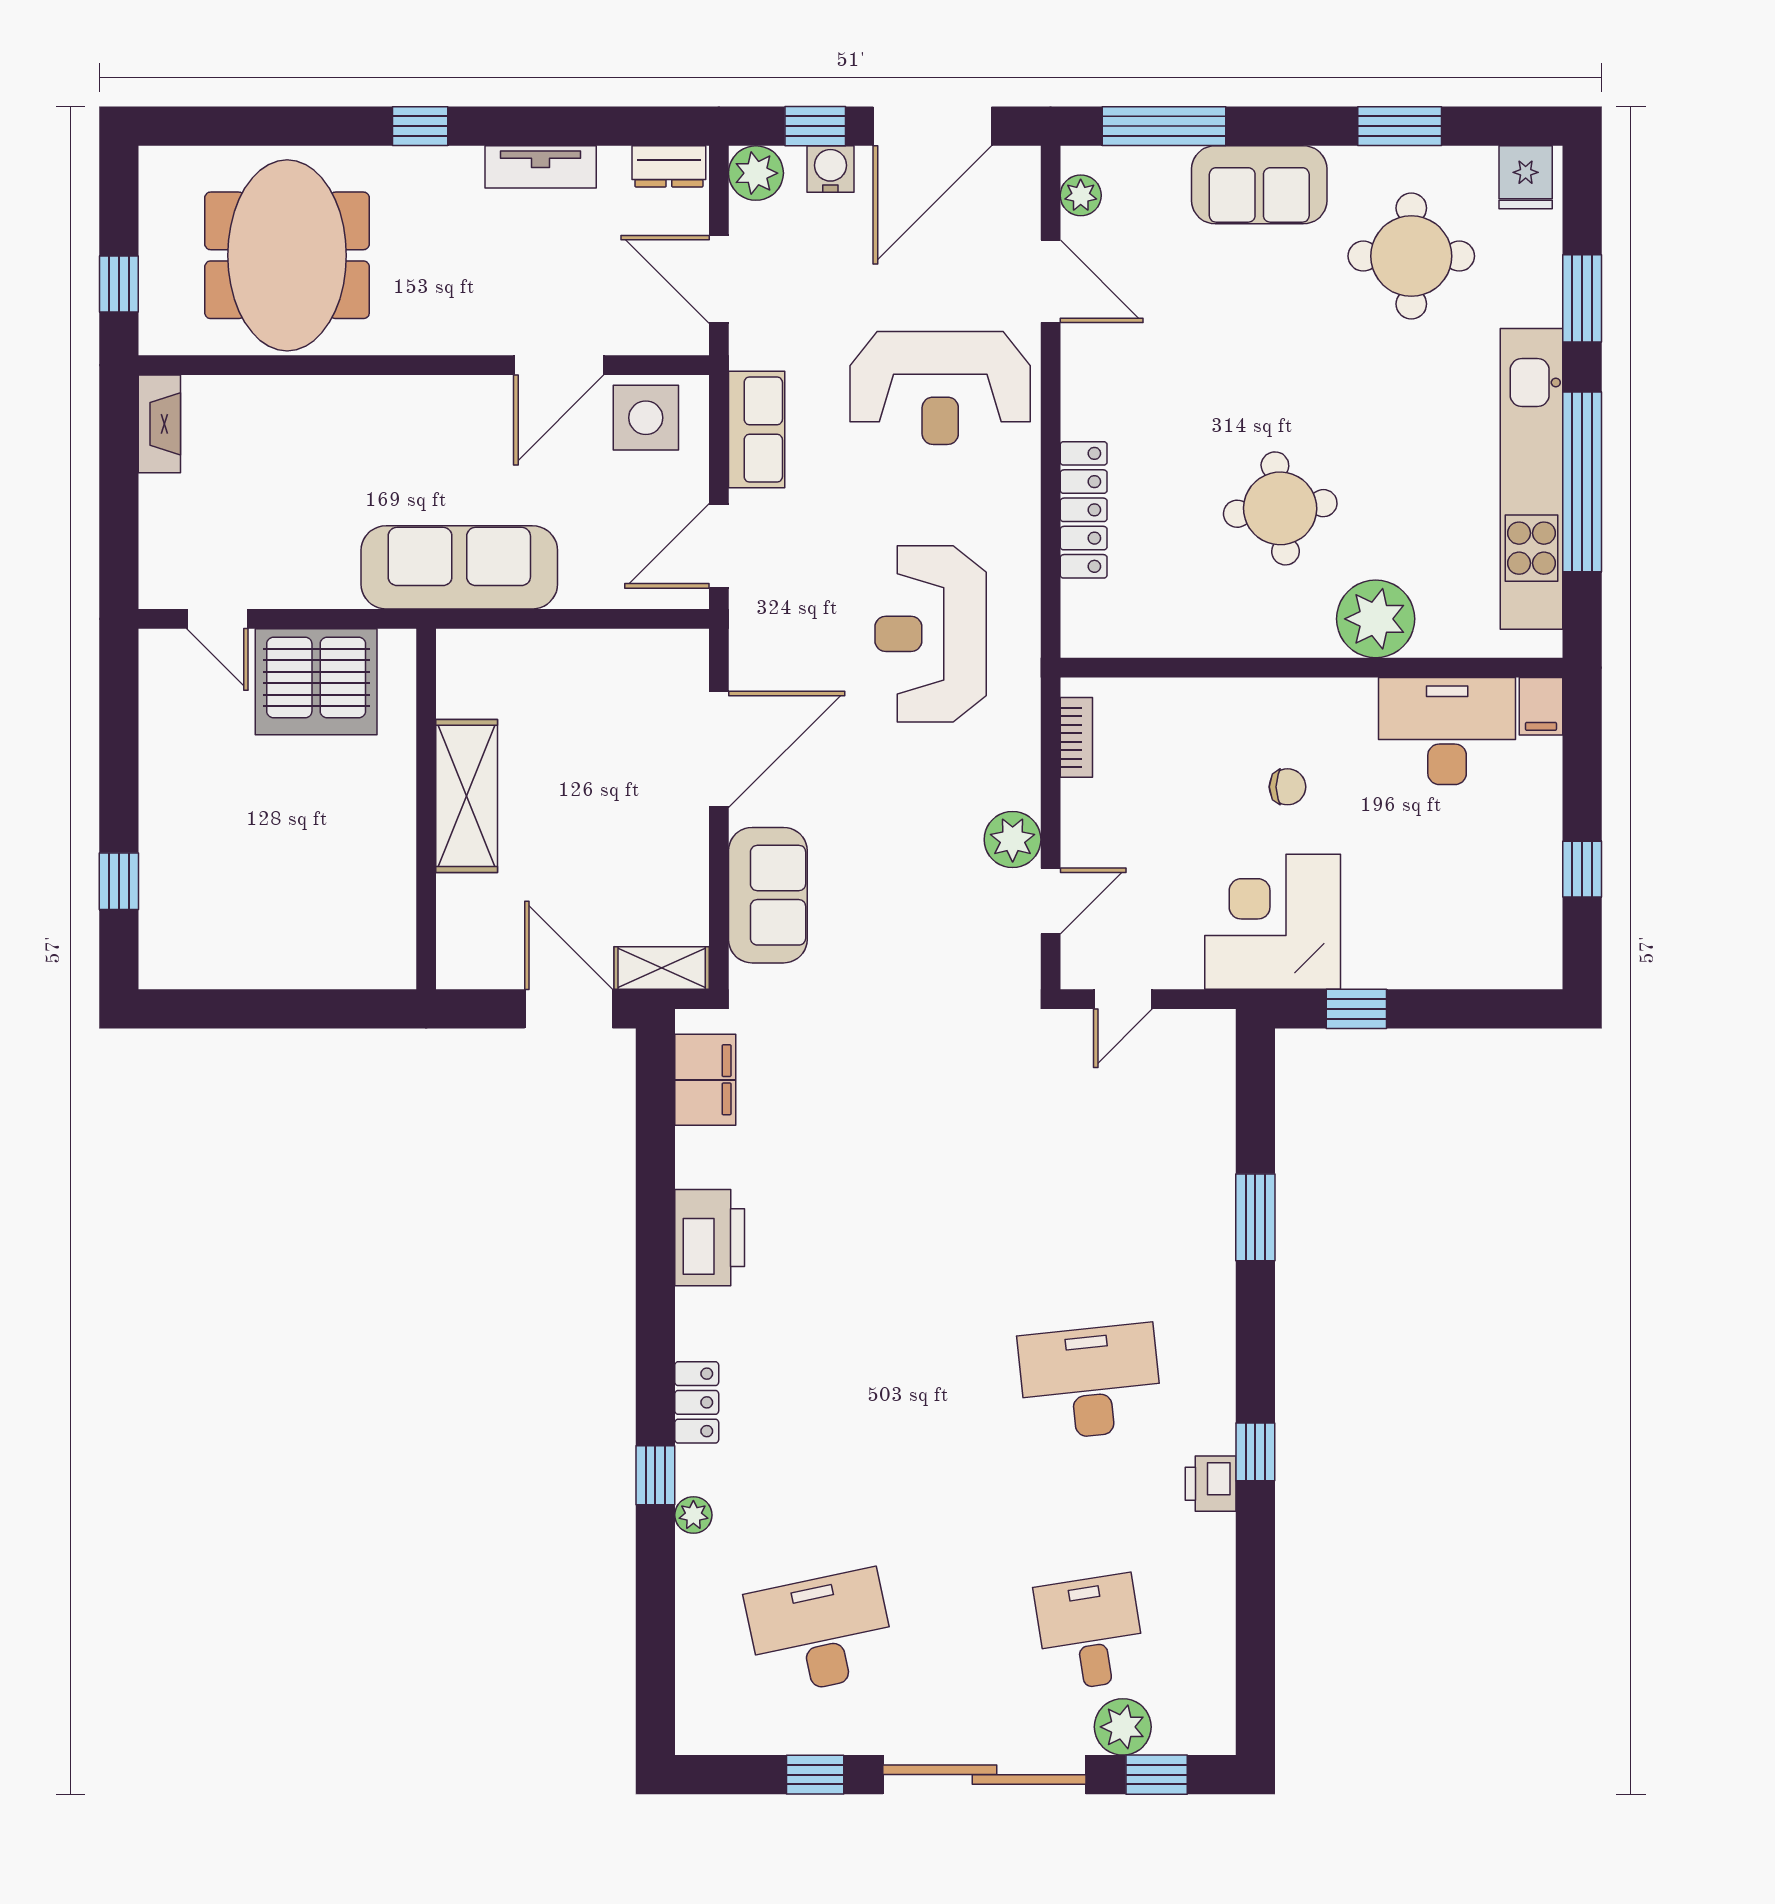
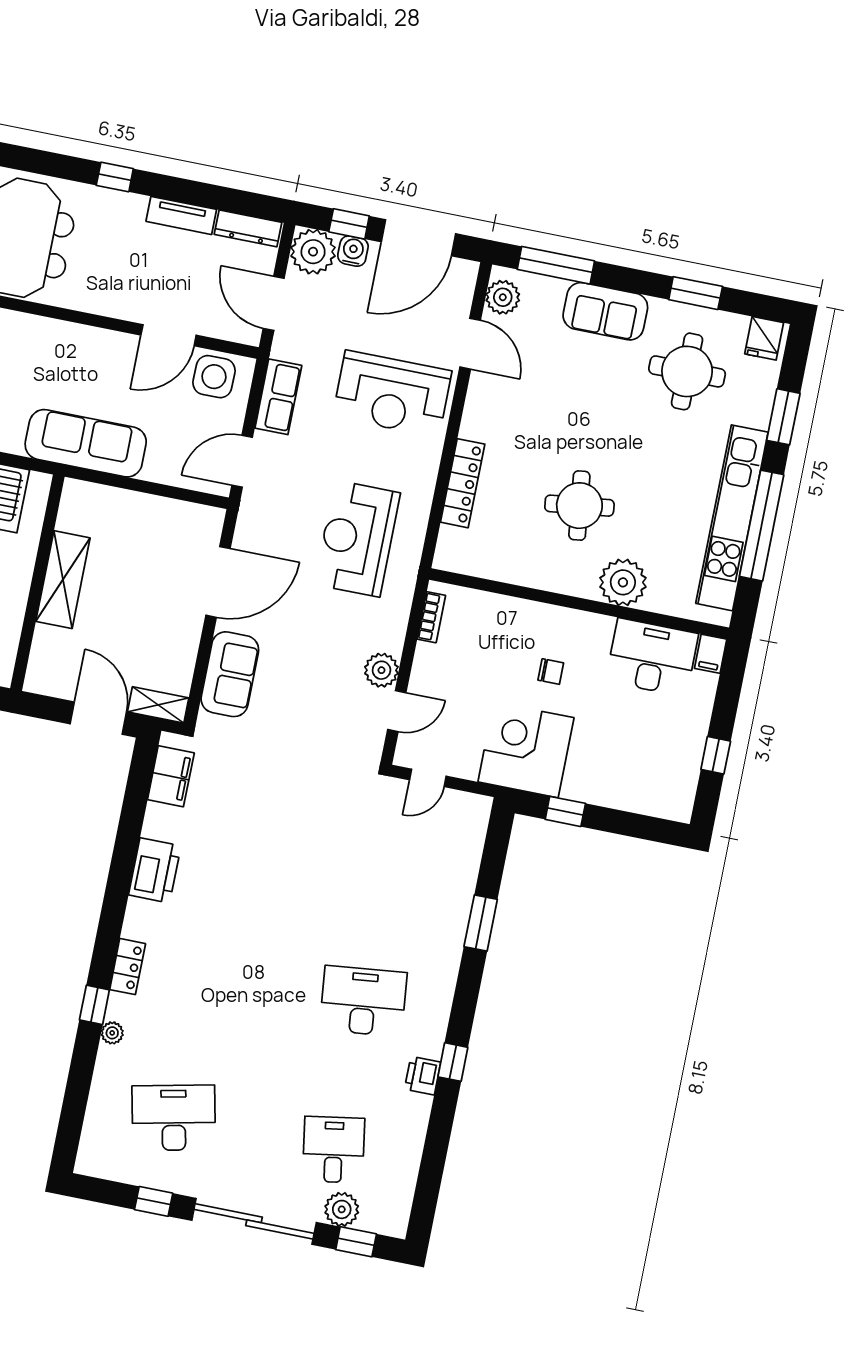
dresser: (669, 166) -> (248, 228), width x1.44
plant: (756, 173) -> (313, 252), width x1.36, depth x1.36
plant: (1081, 195) -> (503, 297), width x1.38, depth x1.38

